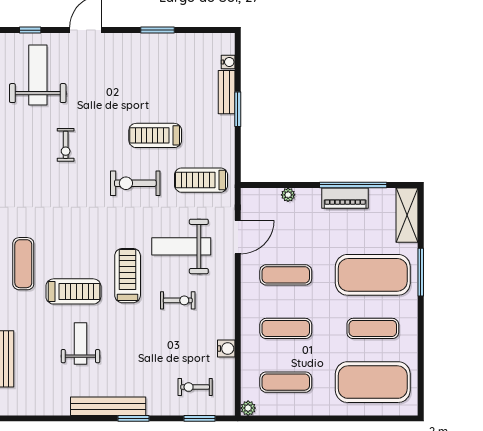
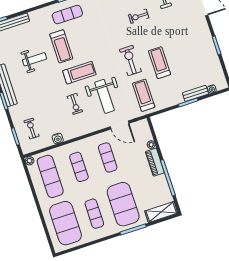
piano: (345, 198) -> (155, 162), moved
weight bench: (181, 246) -> (105, 96), turned 180
exercise mat: (286, 382) -> (50, 176), width x1.36, depth x1.45

